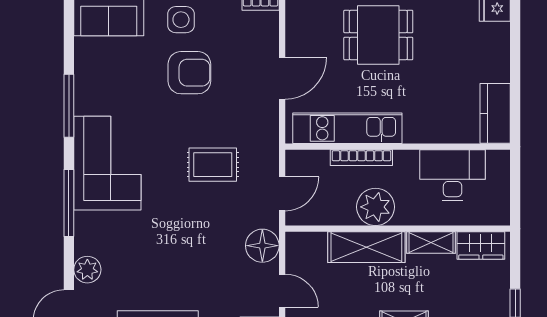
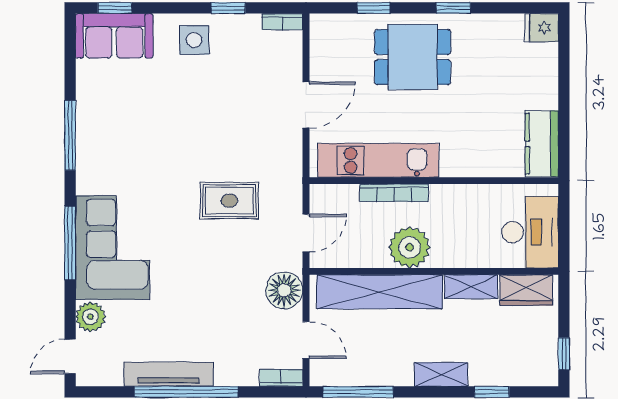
armchair: (189, 73) -> (204, 99), removed
corner sofa: (107, 163) -> (113, 248), moved
desk: (453, 175) -> (530, 232), moved, turned 90
shelving: (366, 247) -> (379, 292), width x1.47

